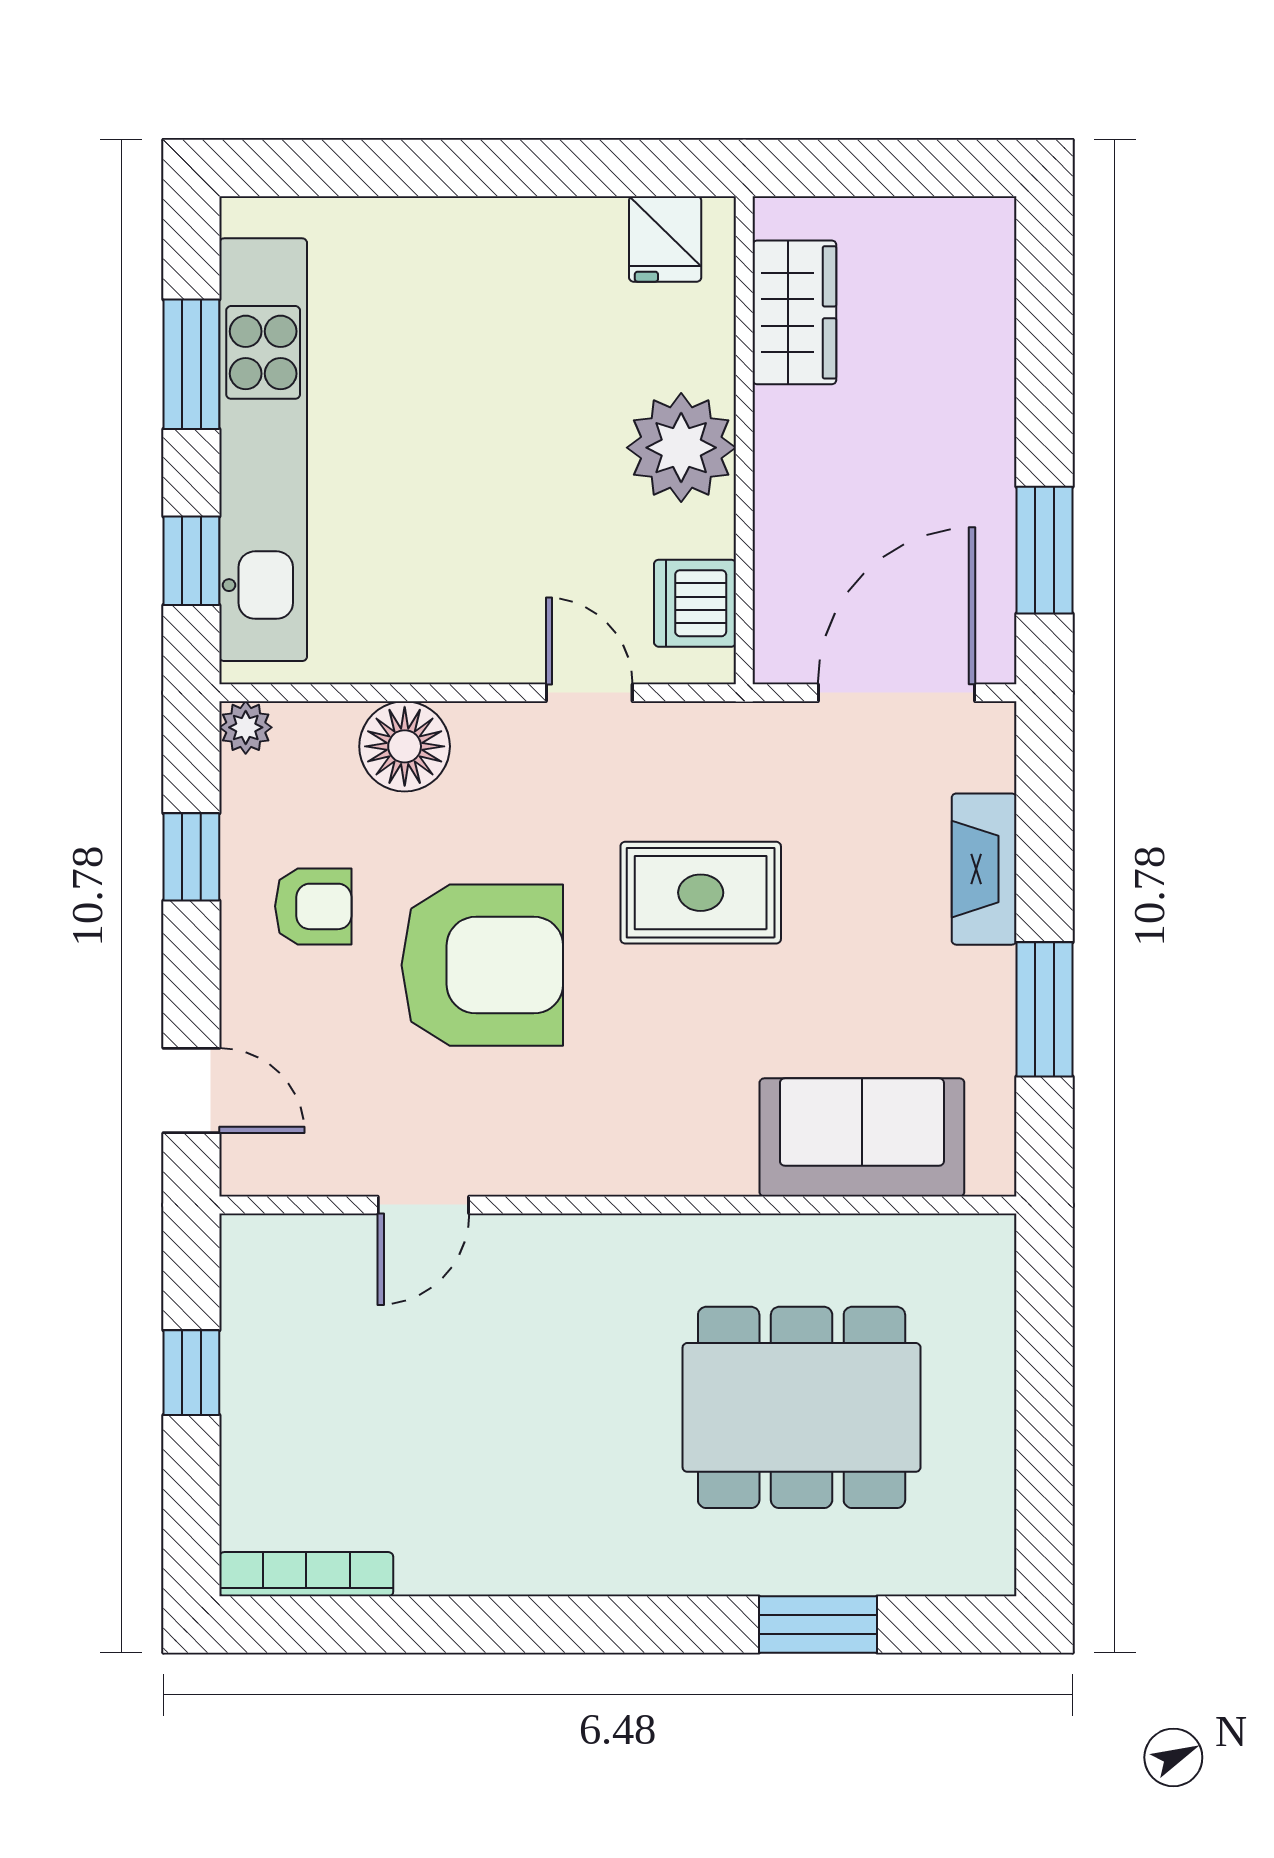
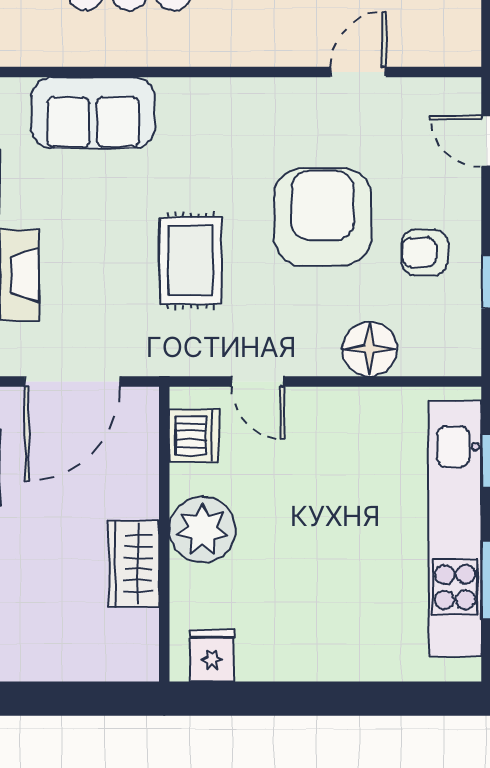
wardrobe: (794, 312) -> (134, 564), moved
plant: (246, 727) -> (465, 360), removed
rug: (701, 893) -> (191, 261), turned 90
armchair: (482, 965) -> (323, 217), turned 90

